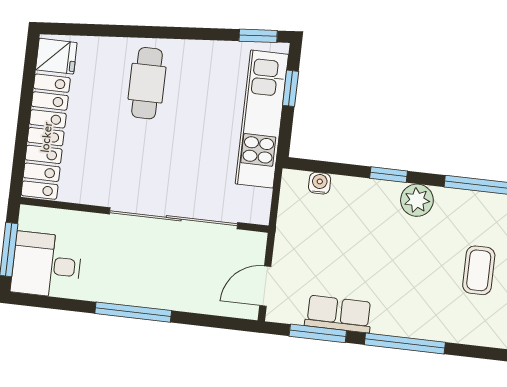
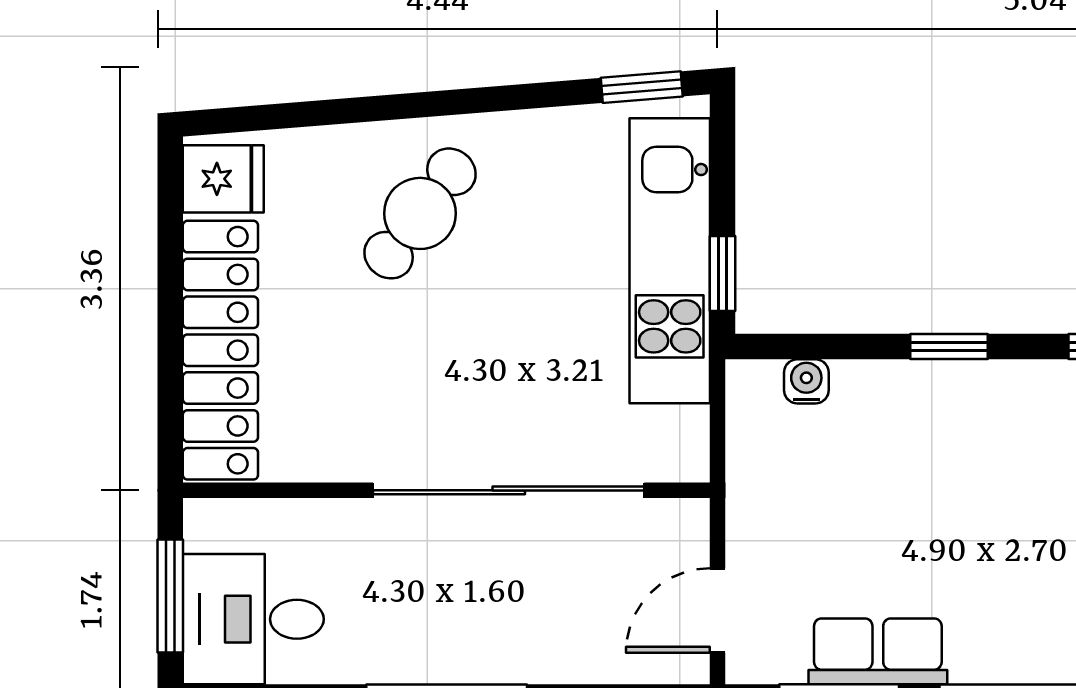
cafe table: (147, 83) -> (420, 213), turned 37
window: (291, 88) -> (722, 273), moved
plant: (417, 200) -> (1015, 393), removed

